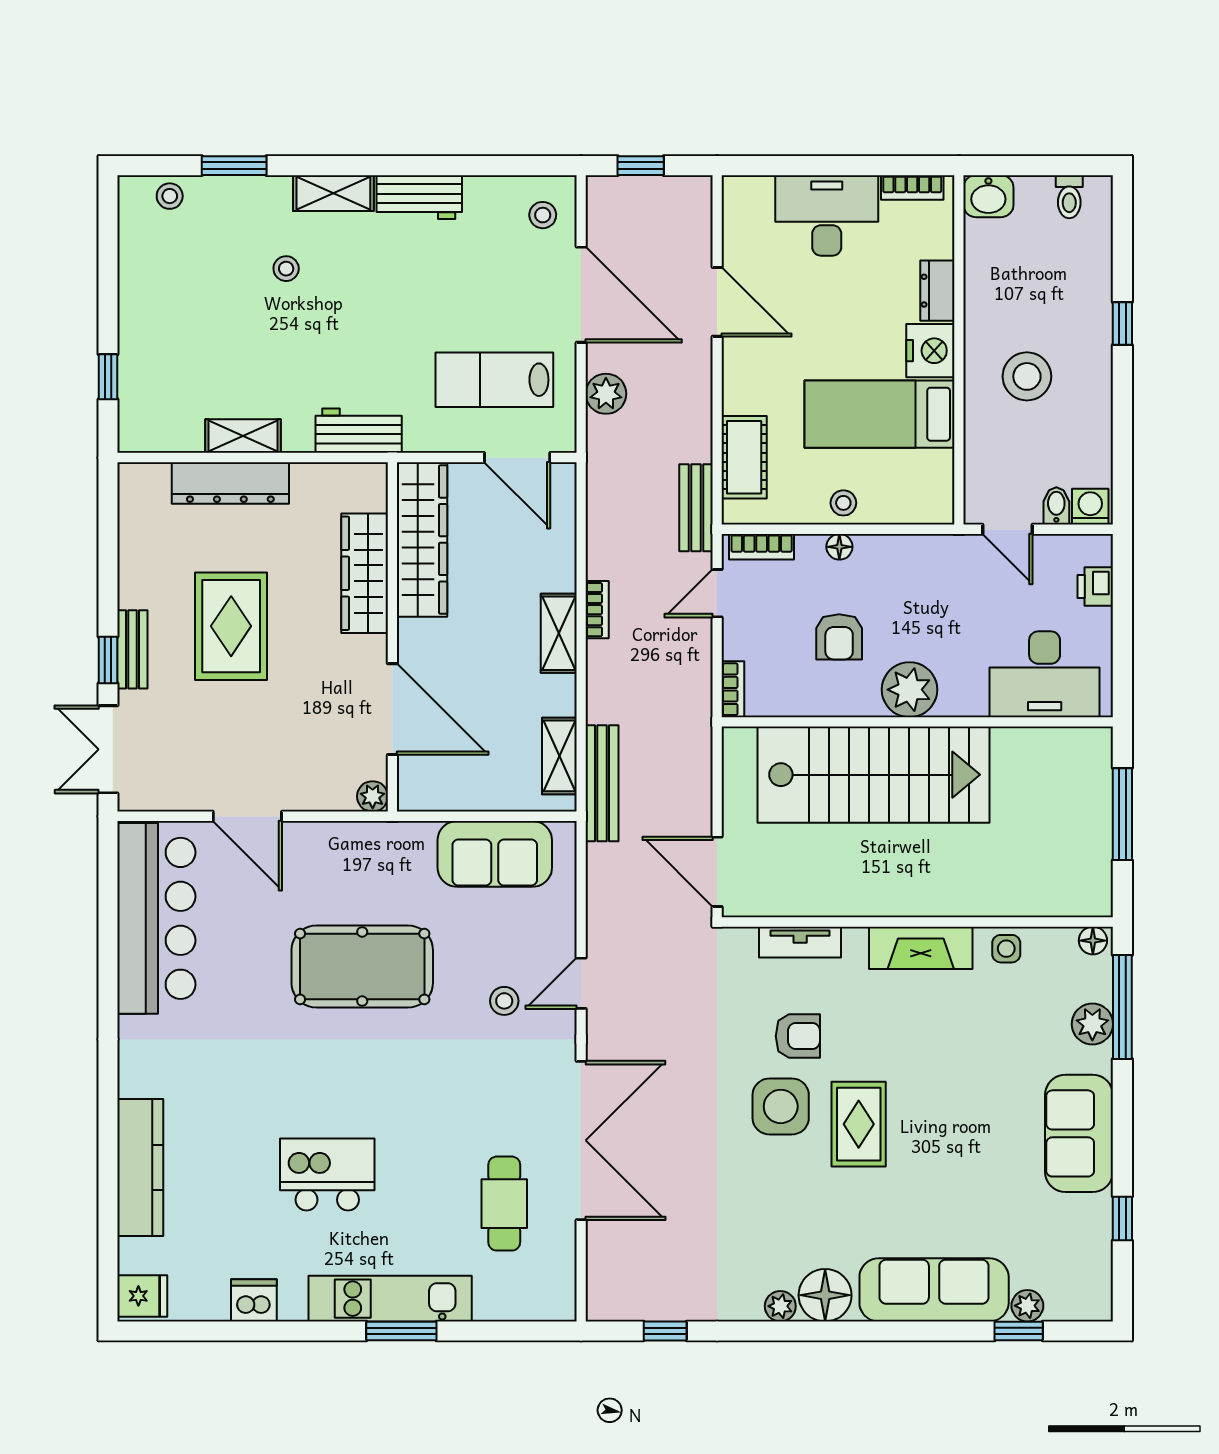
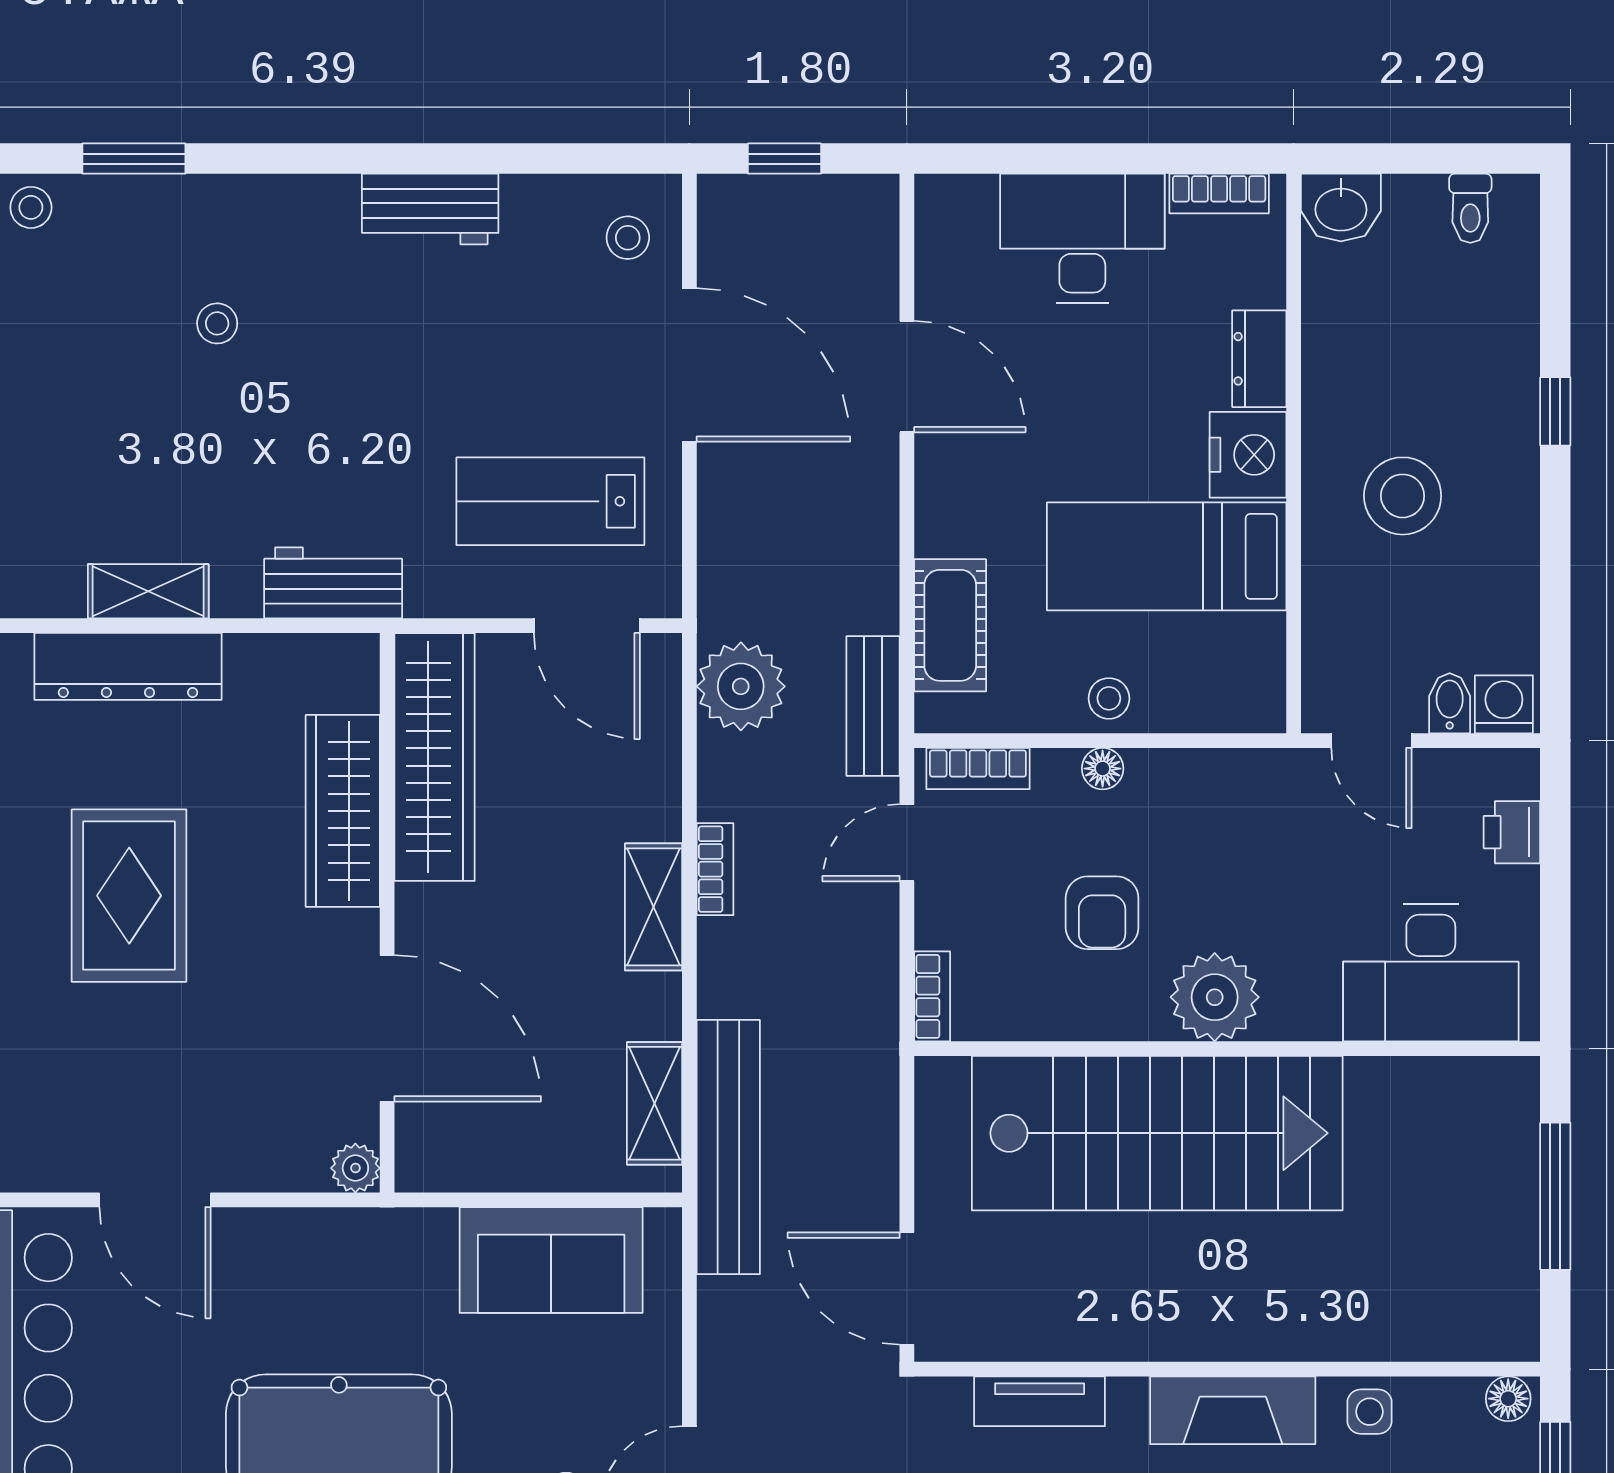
shelving: (333, 193) -> (293, 203), removed
plant: (606, 394) -> (741, 686), moved, width x1.36, depth x1.36
bench: (602, 783) -> (728, 1147), width x1.37, depth x1.21

